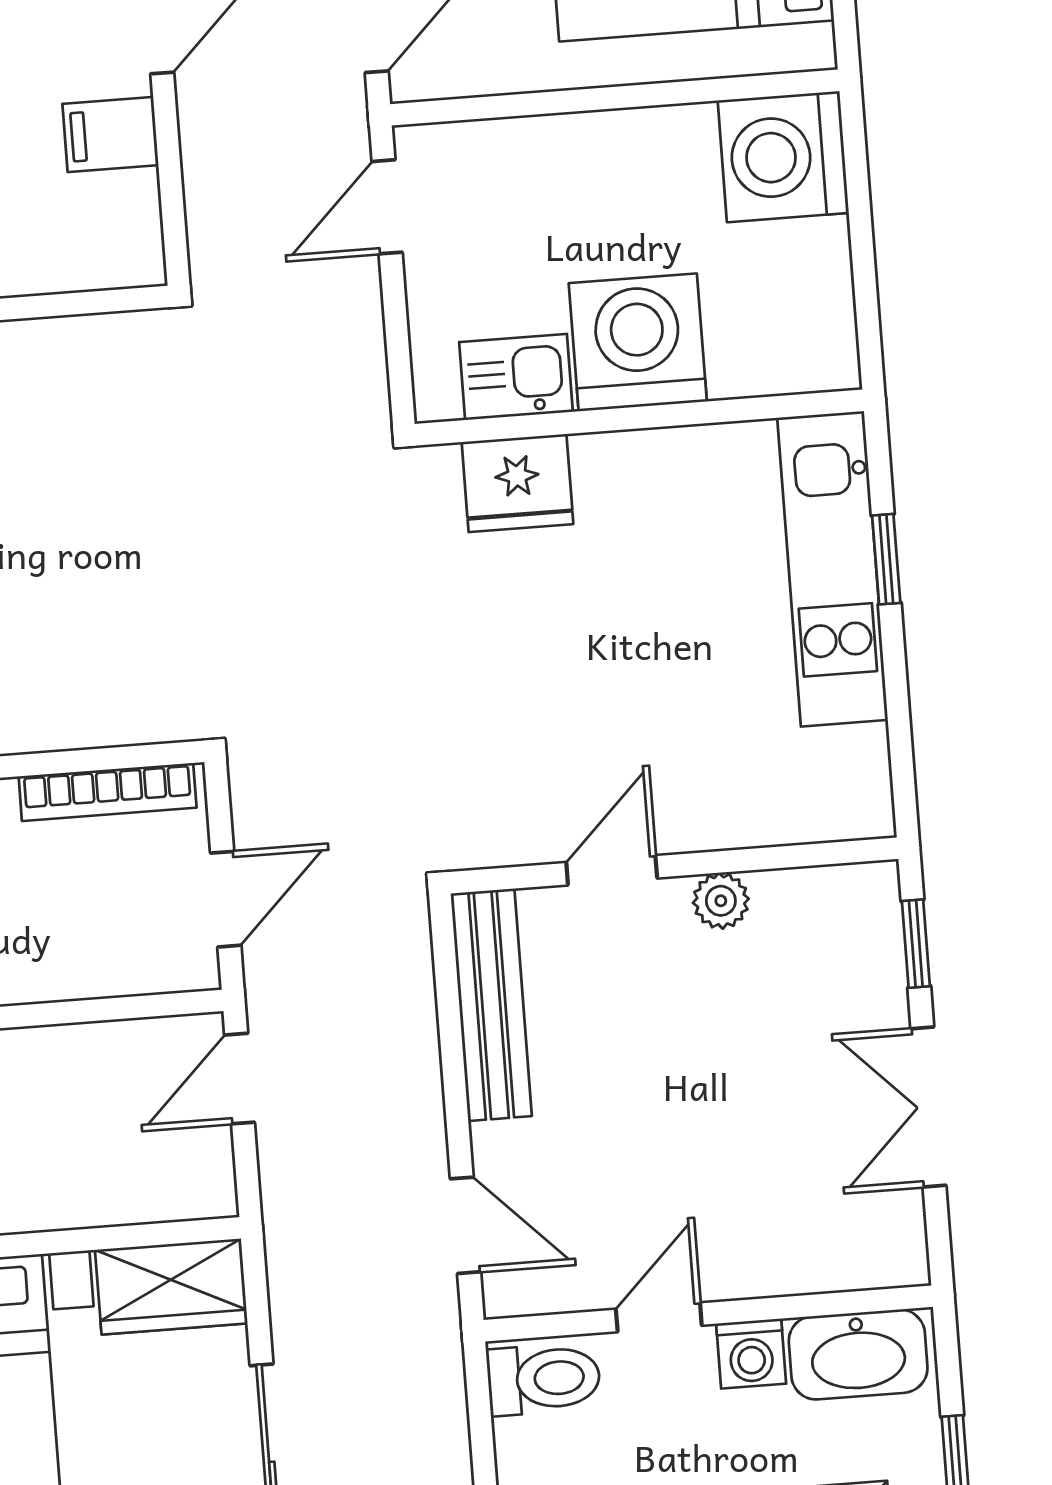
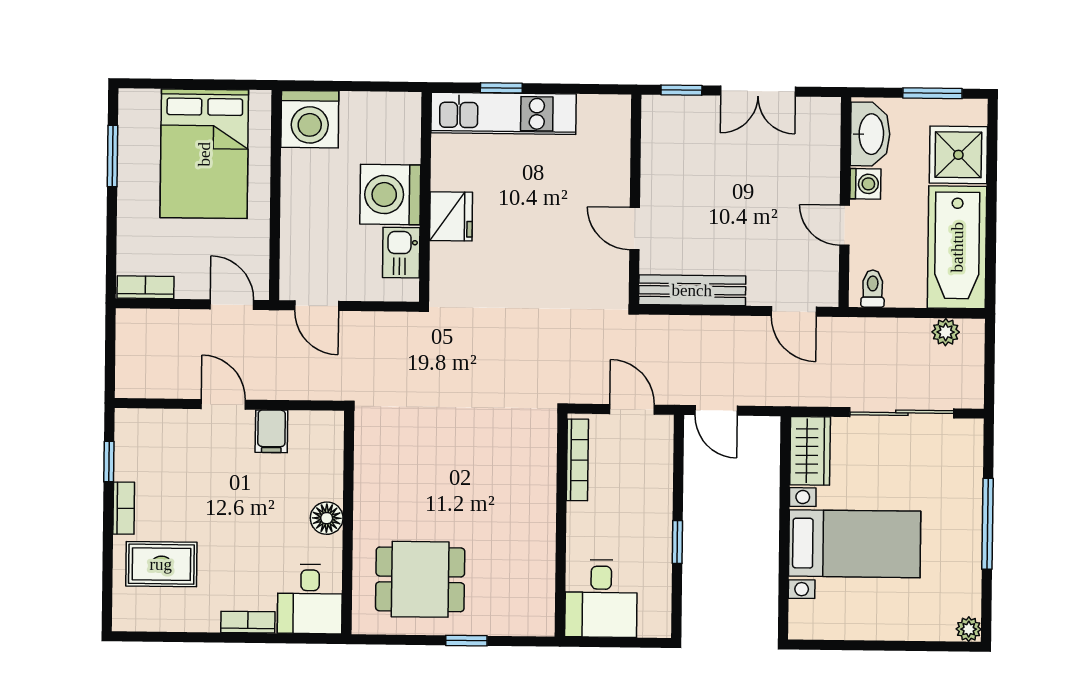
fridge: (518, 483) -> (451, 216), moved
plant: (721, 901) -> (653, 179), removed
door: (465, 1225) -> (794, 311), swing flipped
toilet: (544, 1379) -> (873, 289), width x0.73, depth x0.72

